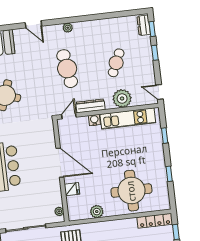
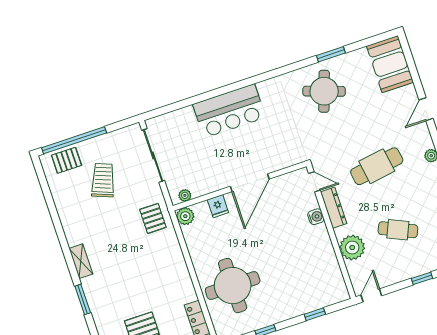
kitchen unit: (128, 118) -> (327, 261), removed
plant: (97, 212) -> (185, 216), moved

